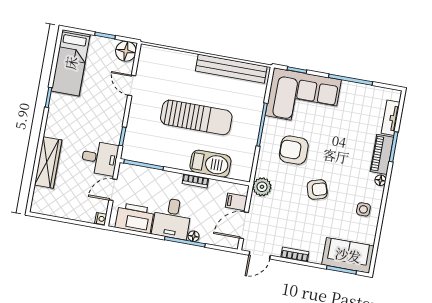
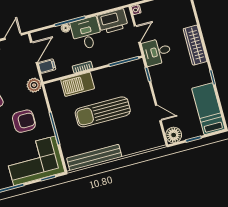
wardrobe: (48, 162) -> (195, 45), moved

